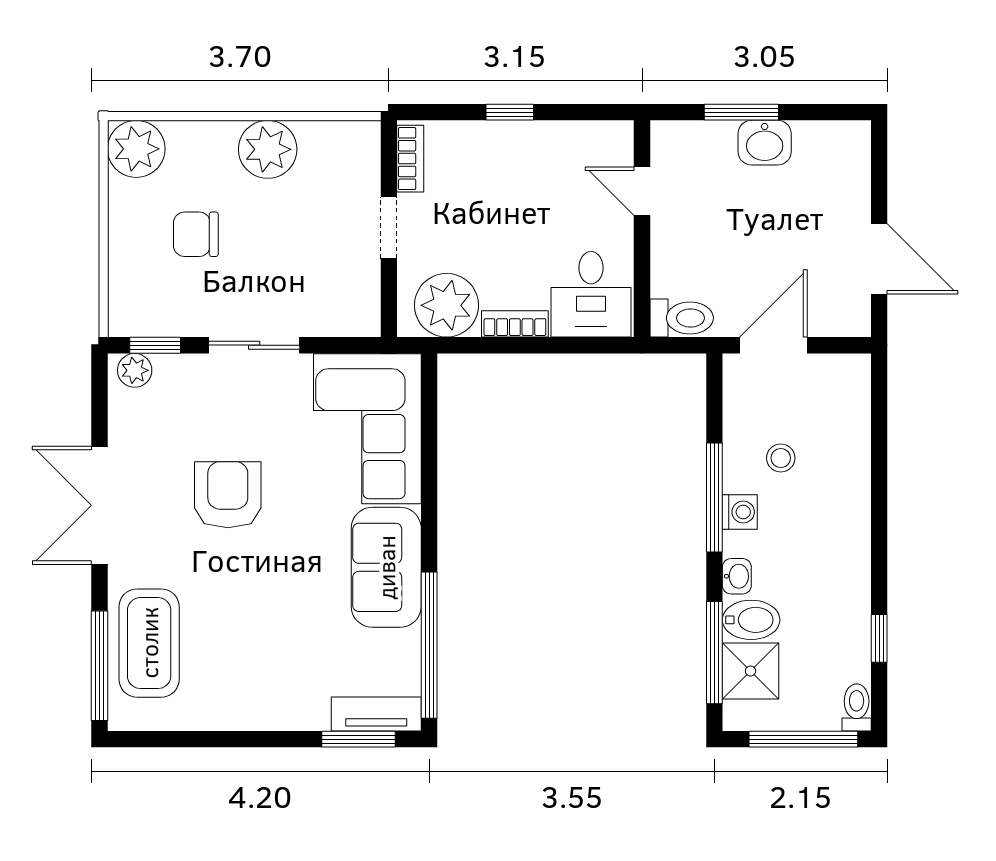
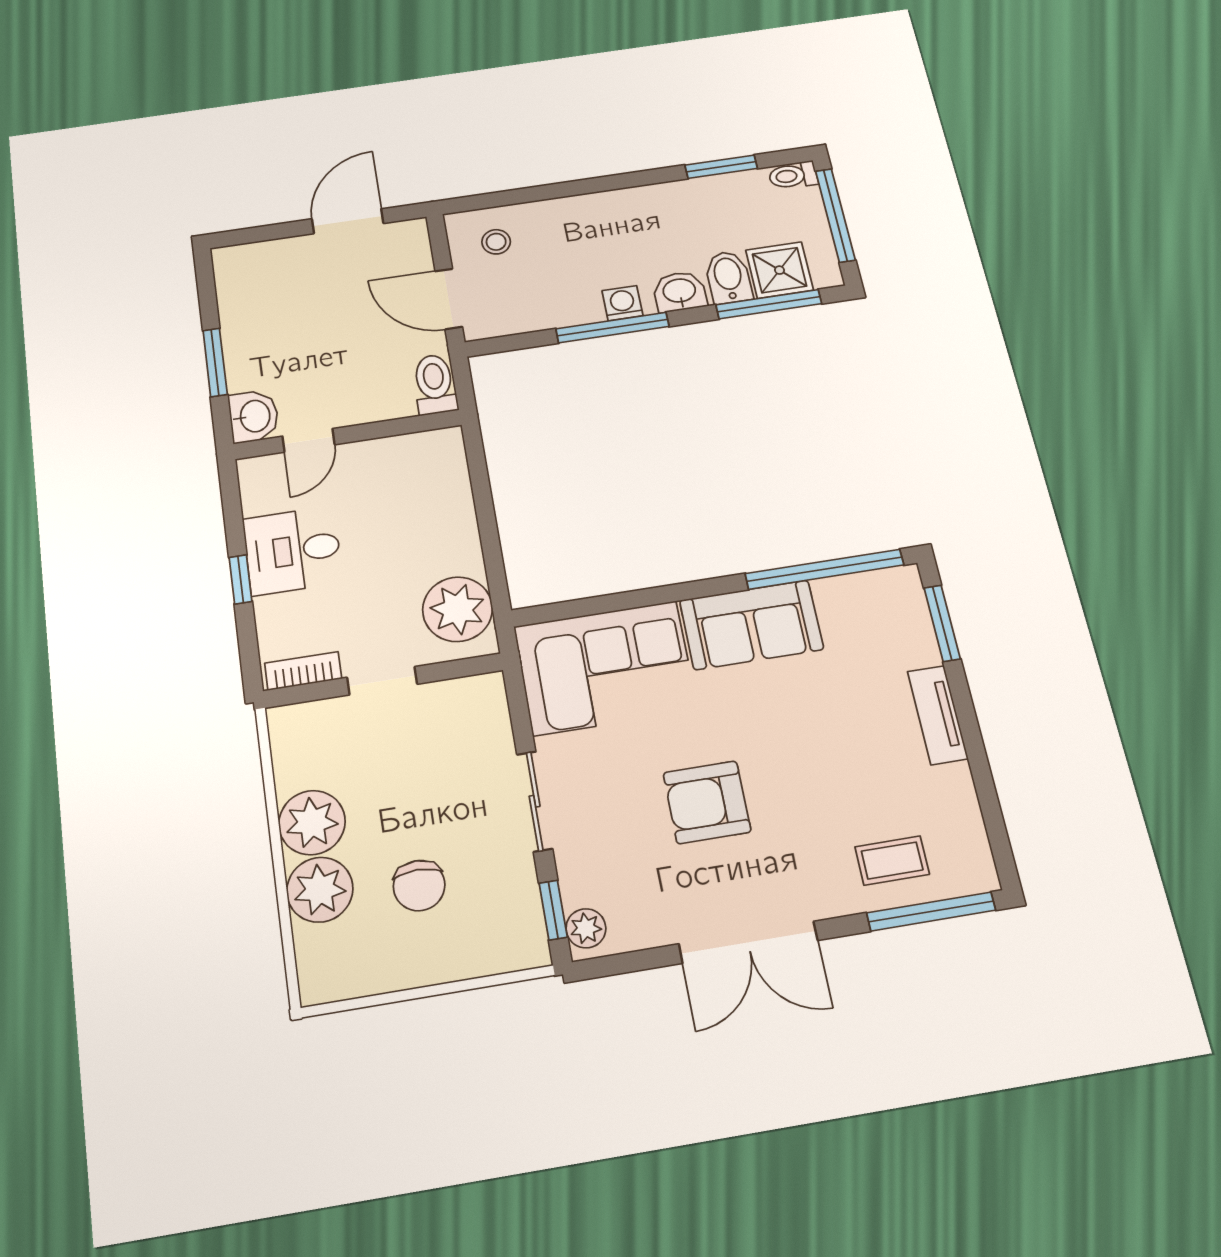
washbasin: (765, 143) -> (254, 416), moved
plant: (136, 149) -> (320, 890), moved
desk: (591, 294) -> (293, 551), moved, turned 180
bookcase: (515, 324) -> (467, 539), removed
stool: (781, 458) -> (496, 242), moved
washbasin: (737, 576) -> (679, 292), width x1.38, depth x1.45
window: (879, 638) -> (721, 167), width x1.50
coffee table: (149, 643) -> (892, 860), width x0.54, depth x0.58
tv unit: (376, 714) -> (938, 715), moved

